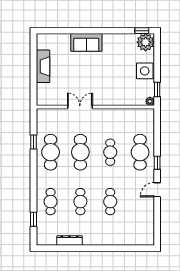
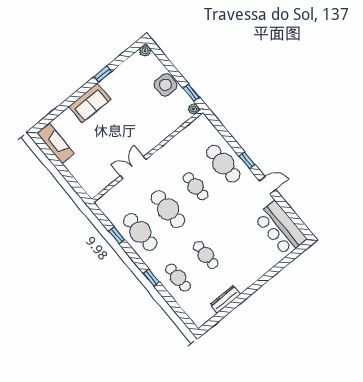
window: (142, 31) -> (103, 74), moved
plant: (146, 42) -> (145, 51), width x0.53, depth x0.53
fireplace: (43, 66) -> (56, 144), moved
door: (157, 190) -> (268, 185), swing flipped
cafe table: (110, 202) -> (233, 232), removed
window: (33, 219) -> (151, 278), moved
bar counter: (142, 224) -> (280, 228), added

